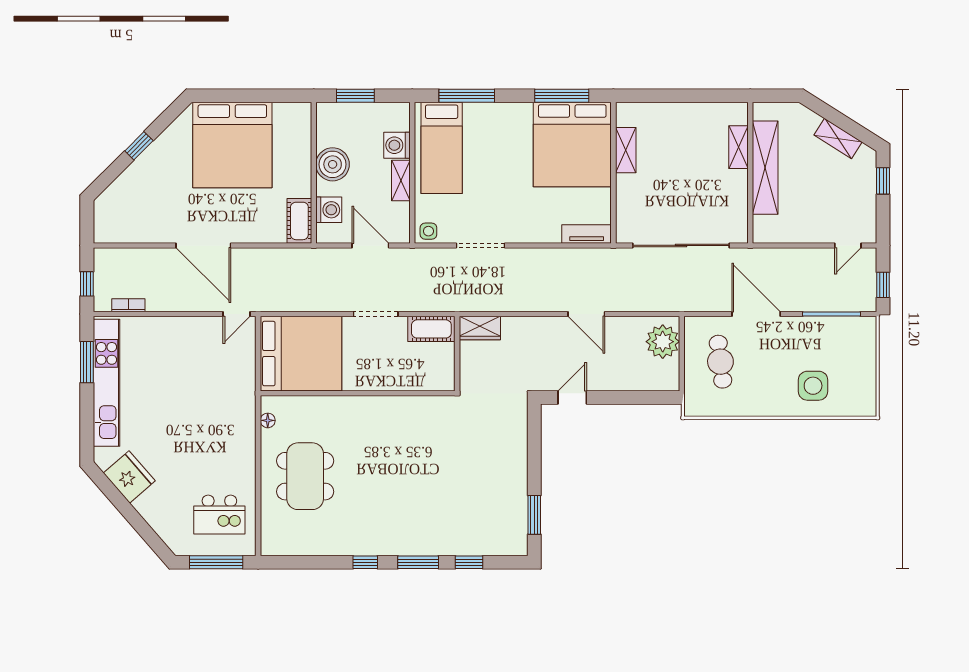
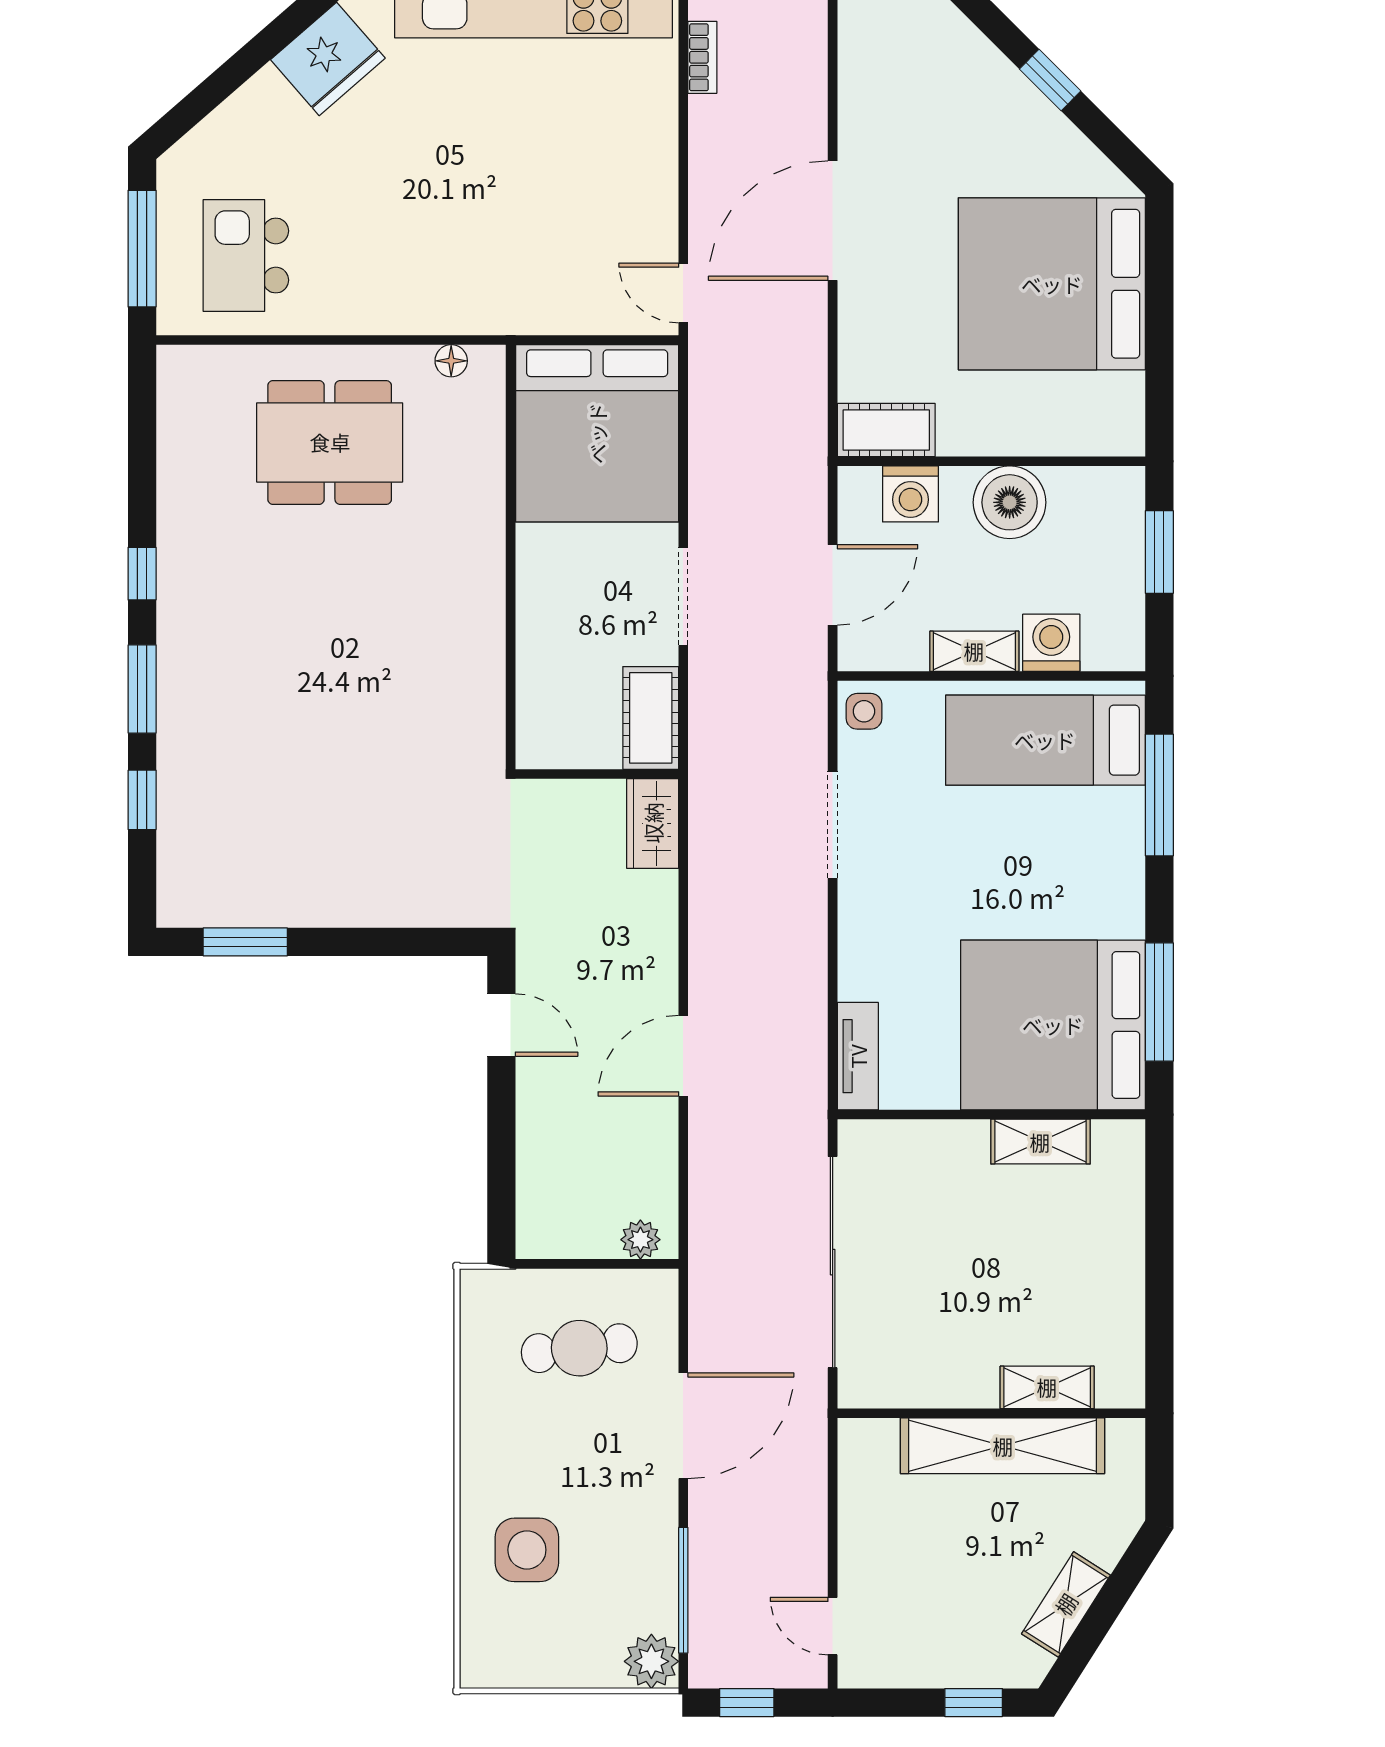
plant: (864, 329) -> (651, 1661), added
plant: (663, 342) -> (640, 1240), width x0.53, depth x0.53

